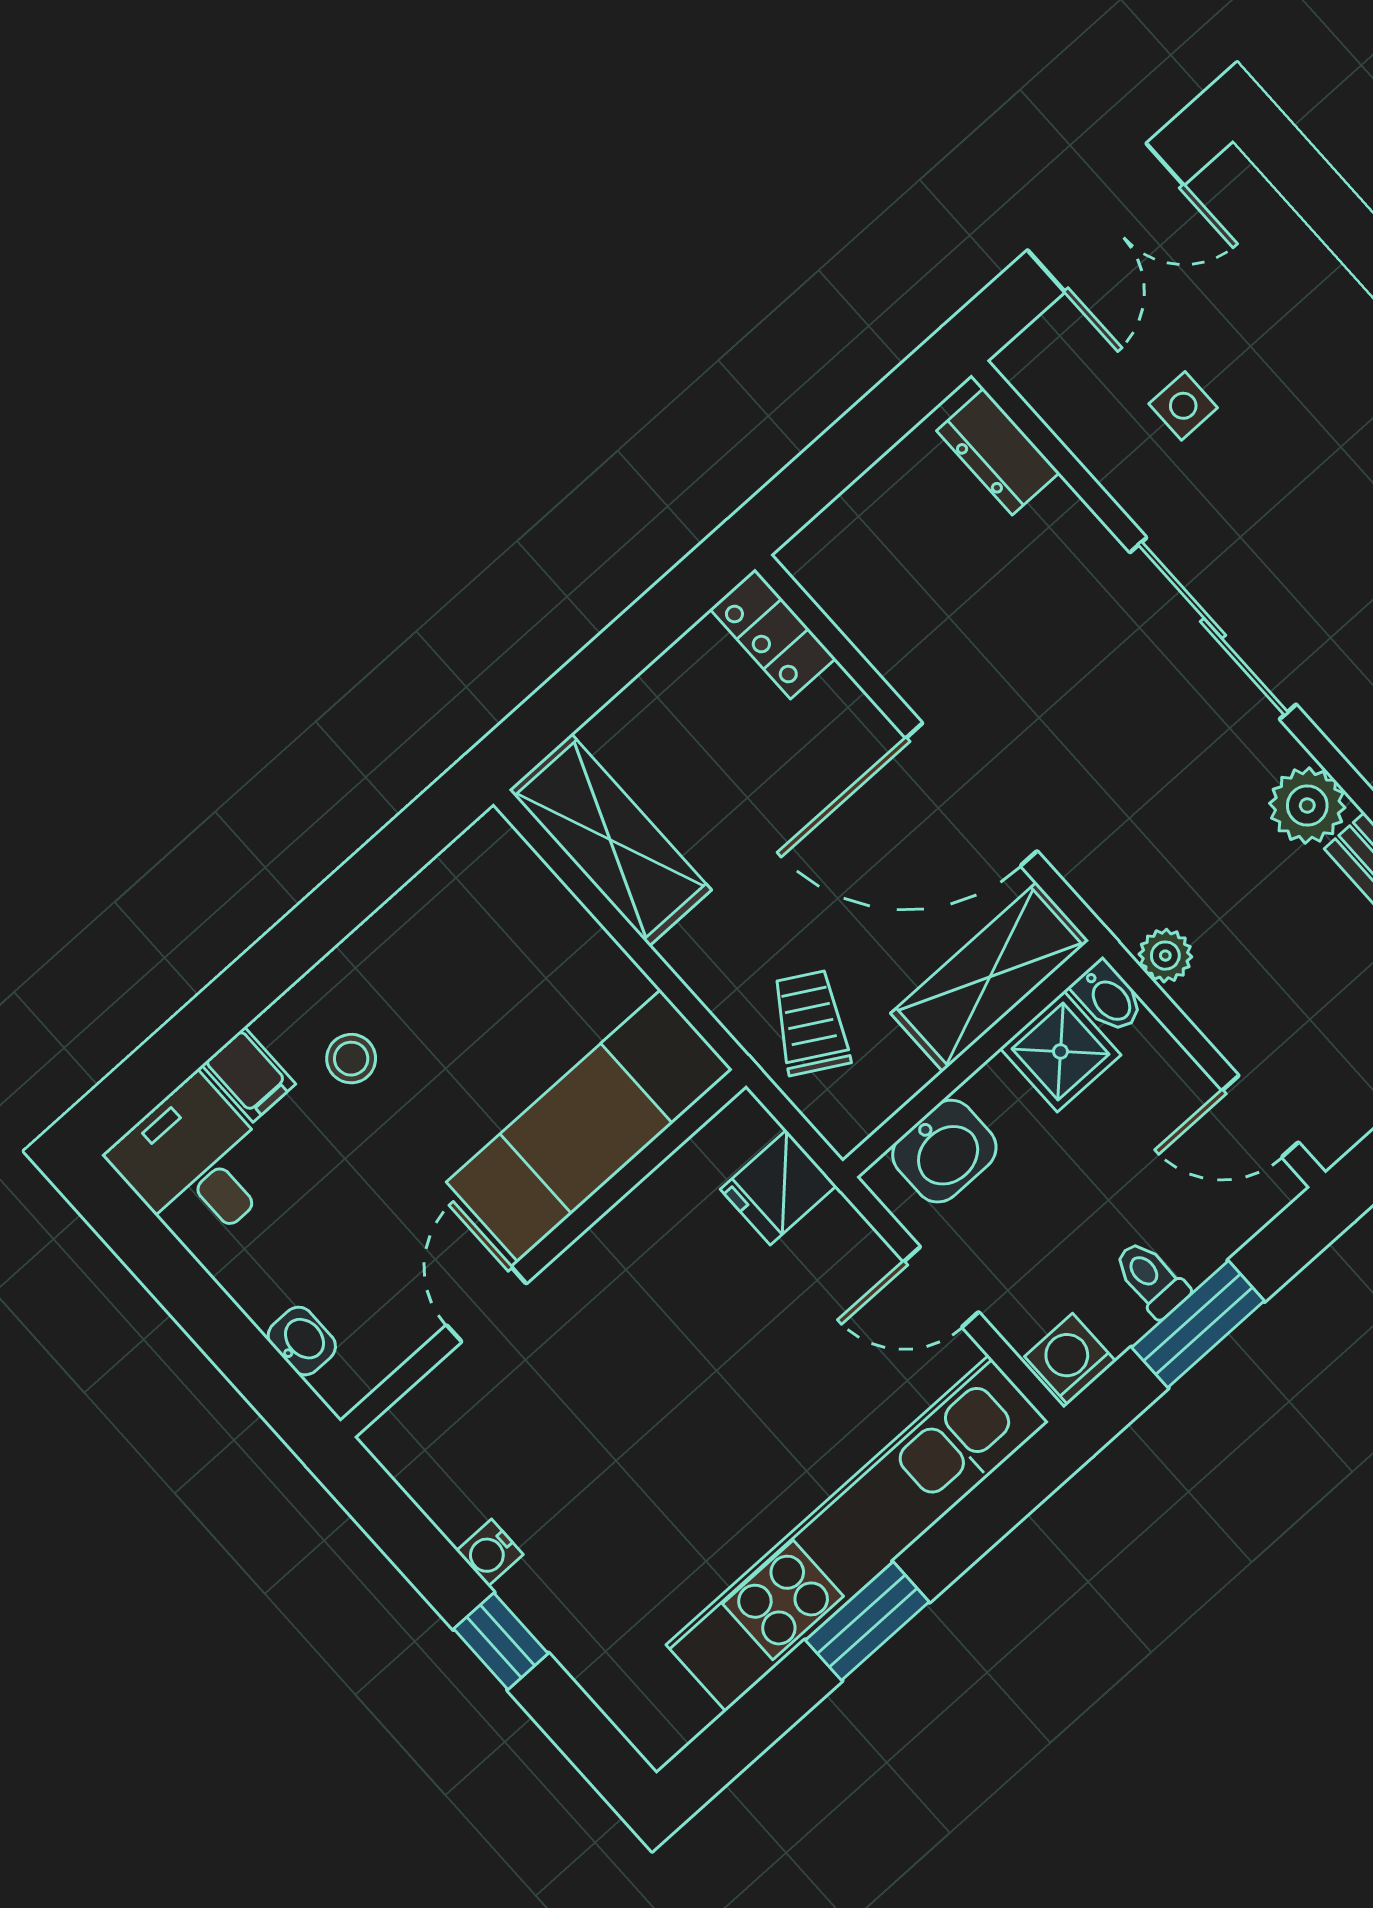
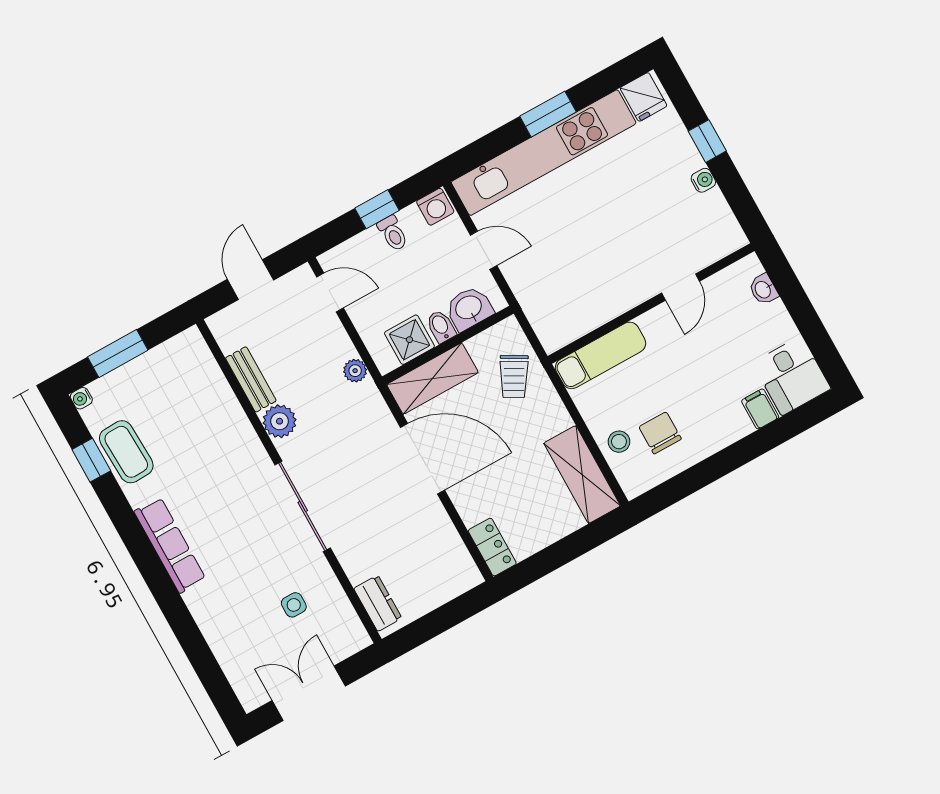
chair: (458, 971) -> (660, 433), added
bidet: (1108, 997) -> (441, 326), moved
stool: (351, 1059) -> (619, 442), moved
exam couch: (589, 1126) -> (601, 355), width x0.73, depth x0.69
fridge: (778, 1187) -> (644, 97), moved, turned 90
window: (1198, 1324) -> (377, 209), width x0.67

